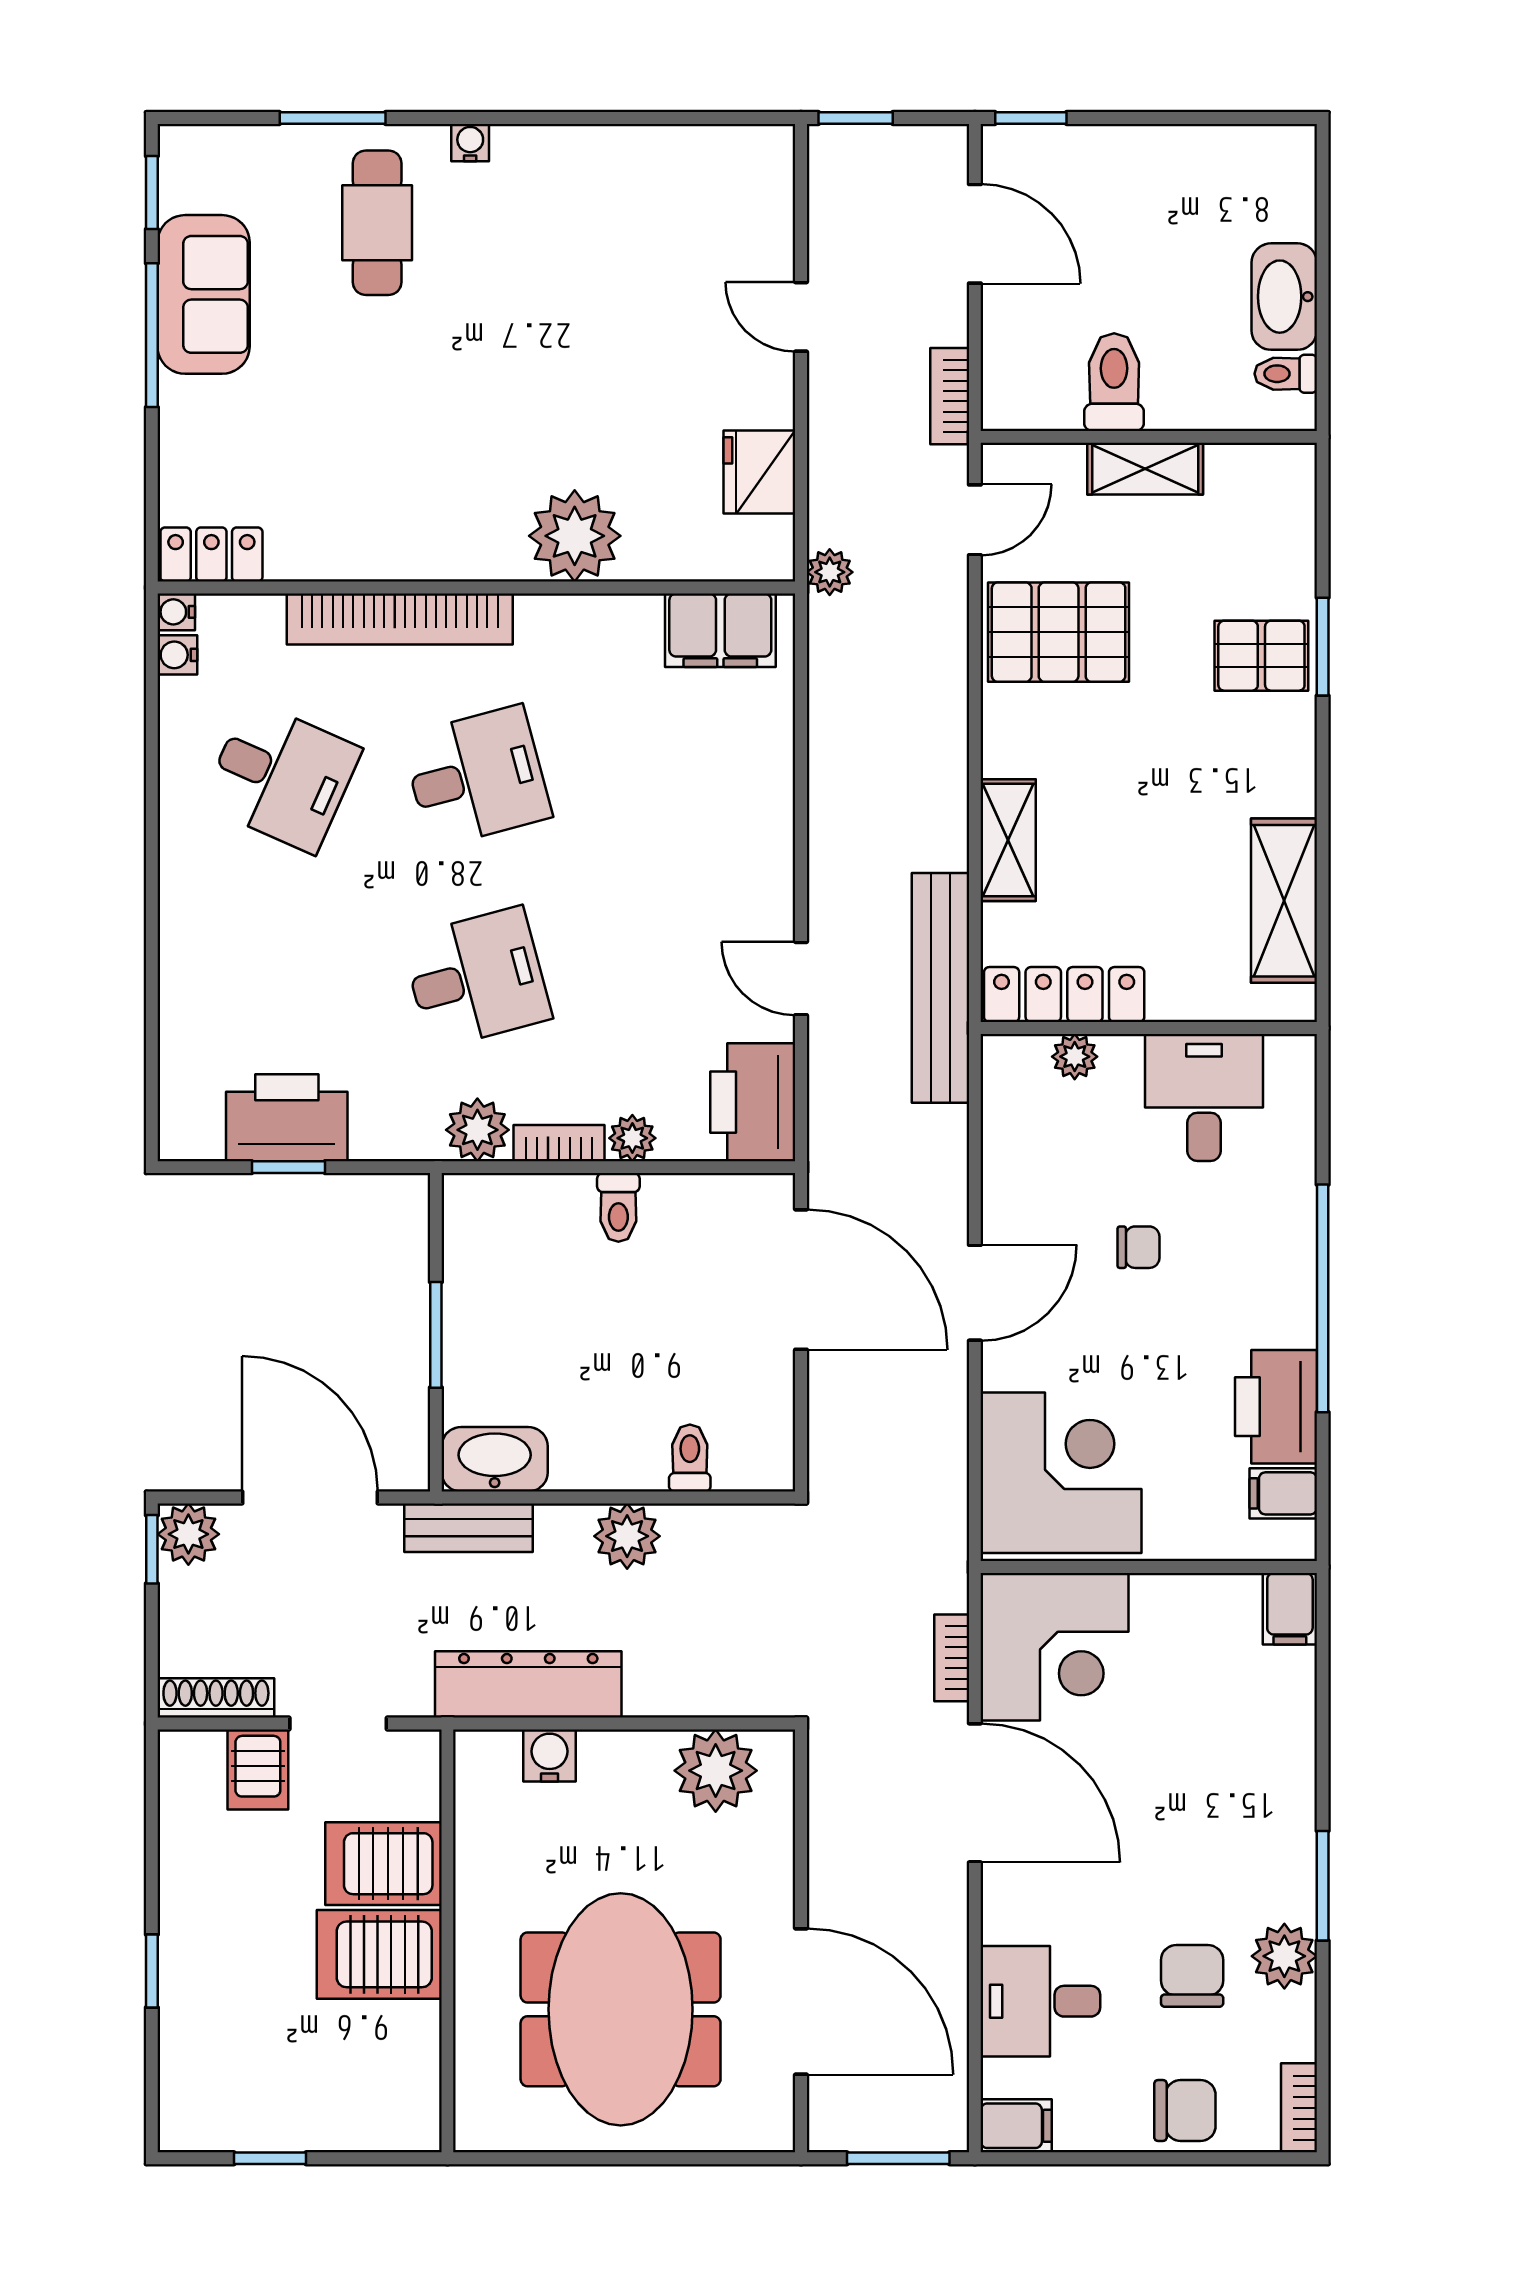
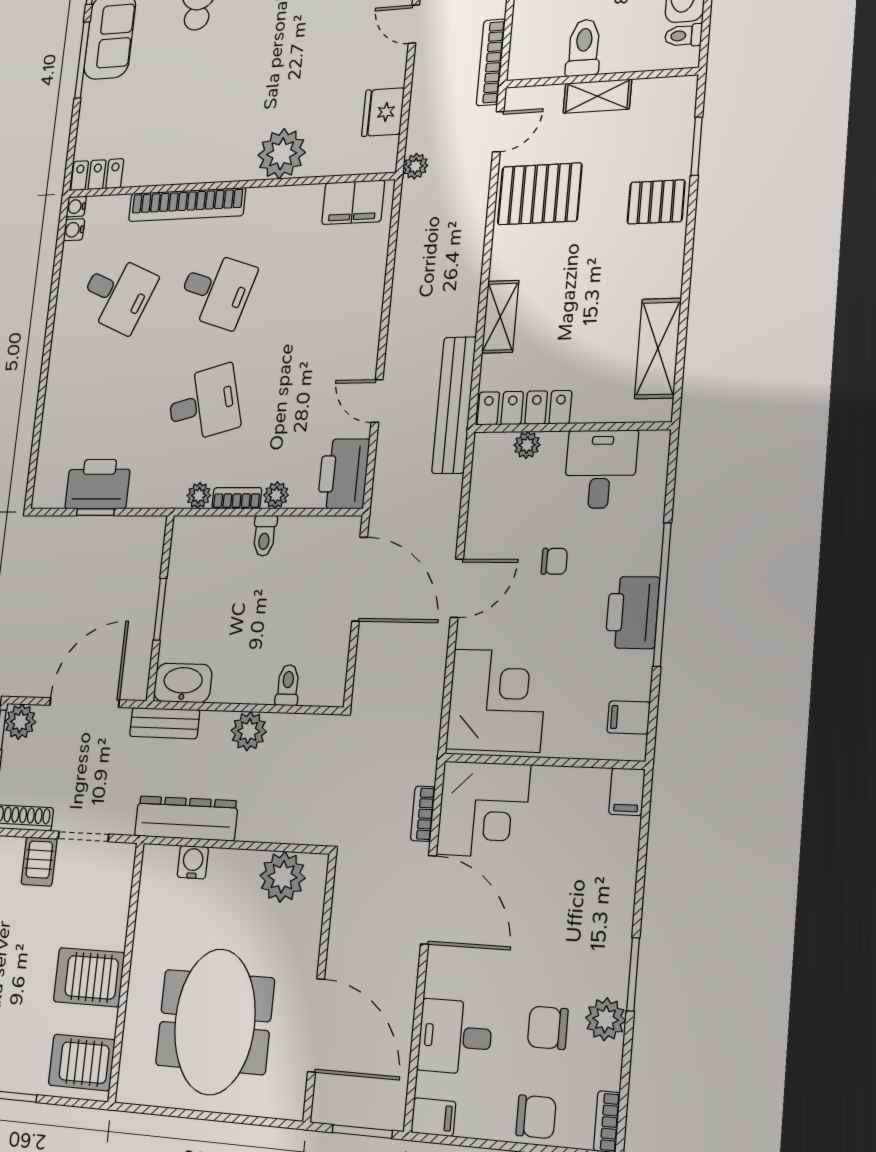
bookcase: (950, 396) -> (491, 62), width x1.56
window: (1323, 647) -> (697, 146), moved
desk: (476, 777) -> (216, 290), turned 33
plant: (477, 1130) -> (199, 496), width x0.73, depth x0.73
printer: (1276, 1407) -> (632, 612), moved
door: (310, 1497) -> (84, 703), hinge flipped
server rack: (384, 1864) -> (82, 1062), moved
chair: (1192, 1976) -> (548, 1028), turned -90

